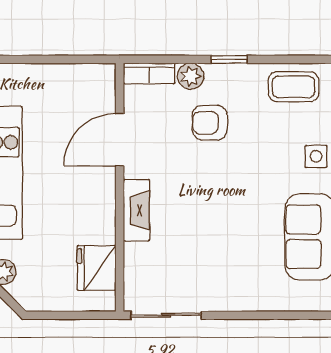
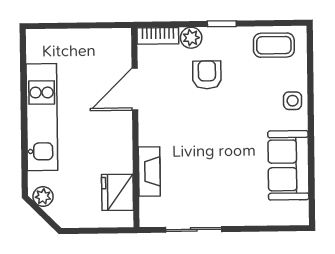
armchair: (210, 123) -> (207, 75), turned 90
fireplace: (136, 210) -> (149, 171), moved
sliding door: (166, 315) -> (194, 229), moved

